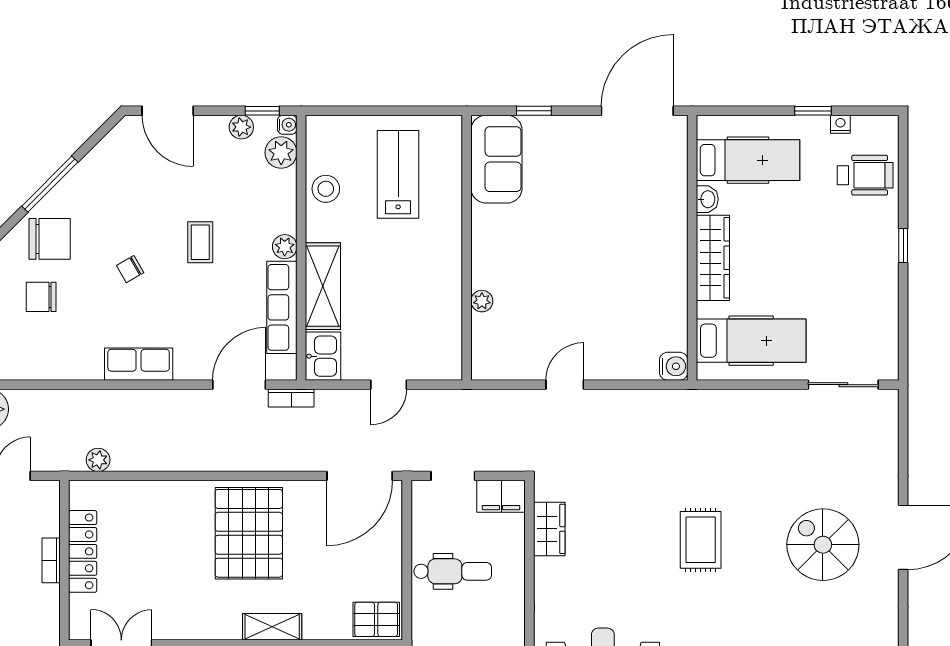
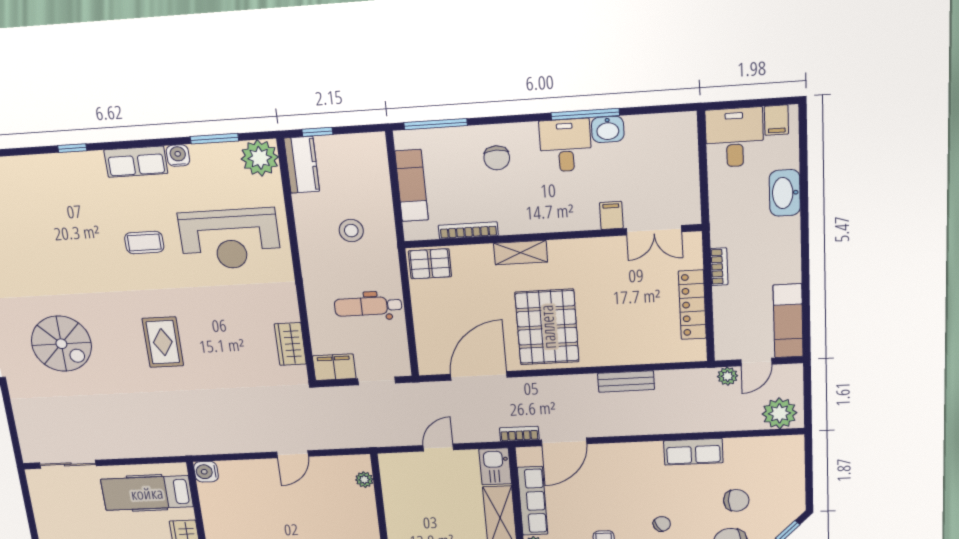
plant: (482, 301) -> (364, 480), moved
row of seats: (139, 364) -> (693, 452), moved
bench: (162, 459) -> (626, 381), added
plant: (98, 460) -> (728, 376), moved
door: (360, 476) -> (479, 376), moved
bookcase: (51, 560) -> (719, 267), moved

